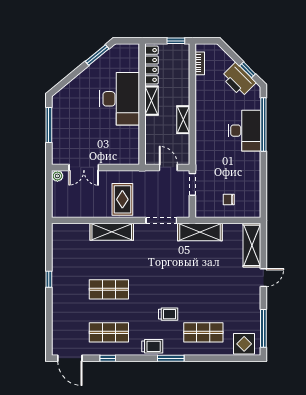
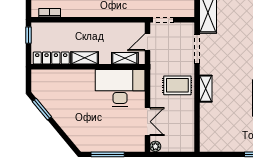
desk: (120, 99) -> (120, 88), moved
shelving: (183, 120) -> (125, 58), moved
shelving: (112, 232) -> (206, 89), width x0.67, depth x0.75

